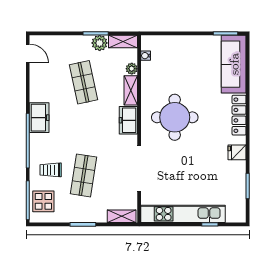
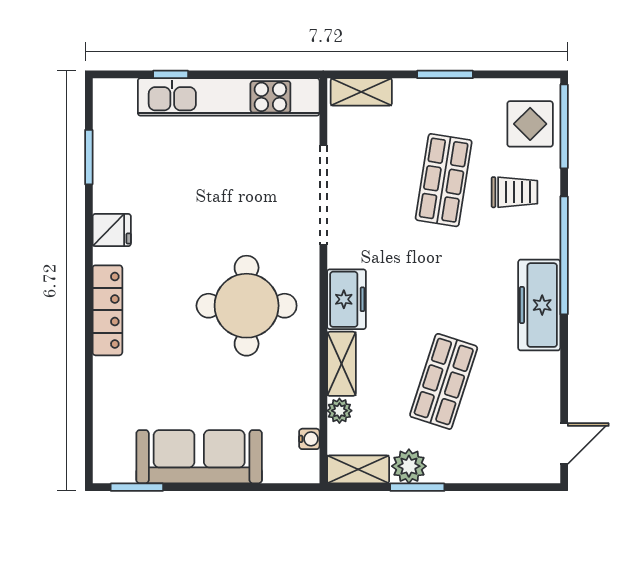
door: (28, 53) -> (564, 444), swing flipped
sofa: (234, 64) -> (199, 457), moved, turned -90
shop shelf: (83, 82) -> (444, 381), turned 30
freezer: (39, 118) -> (539, 305), width x1.40

